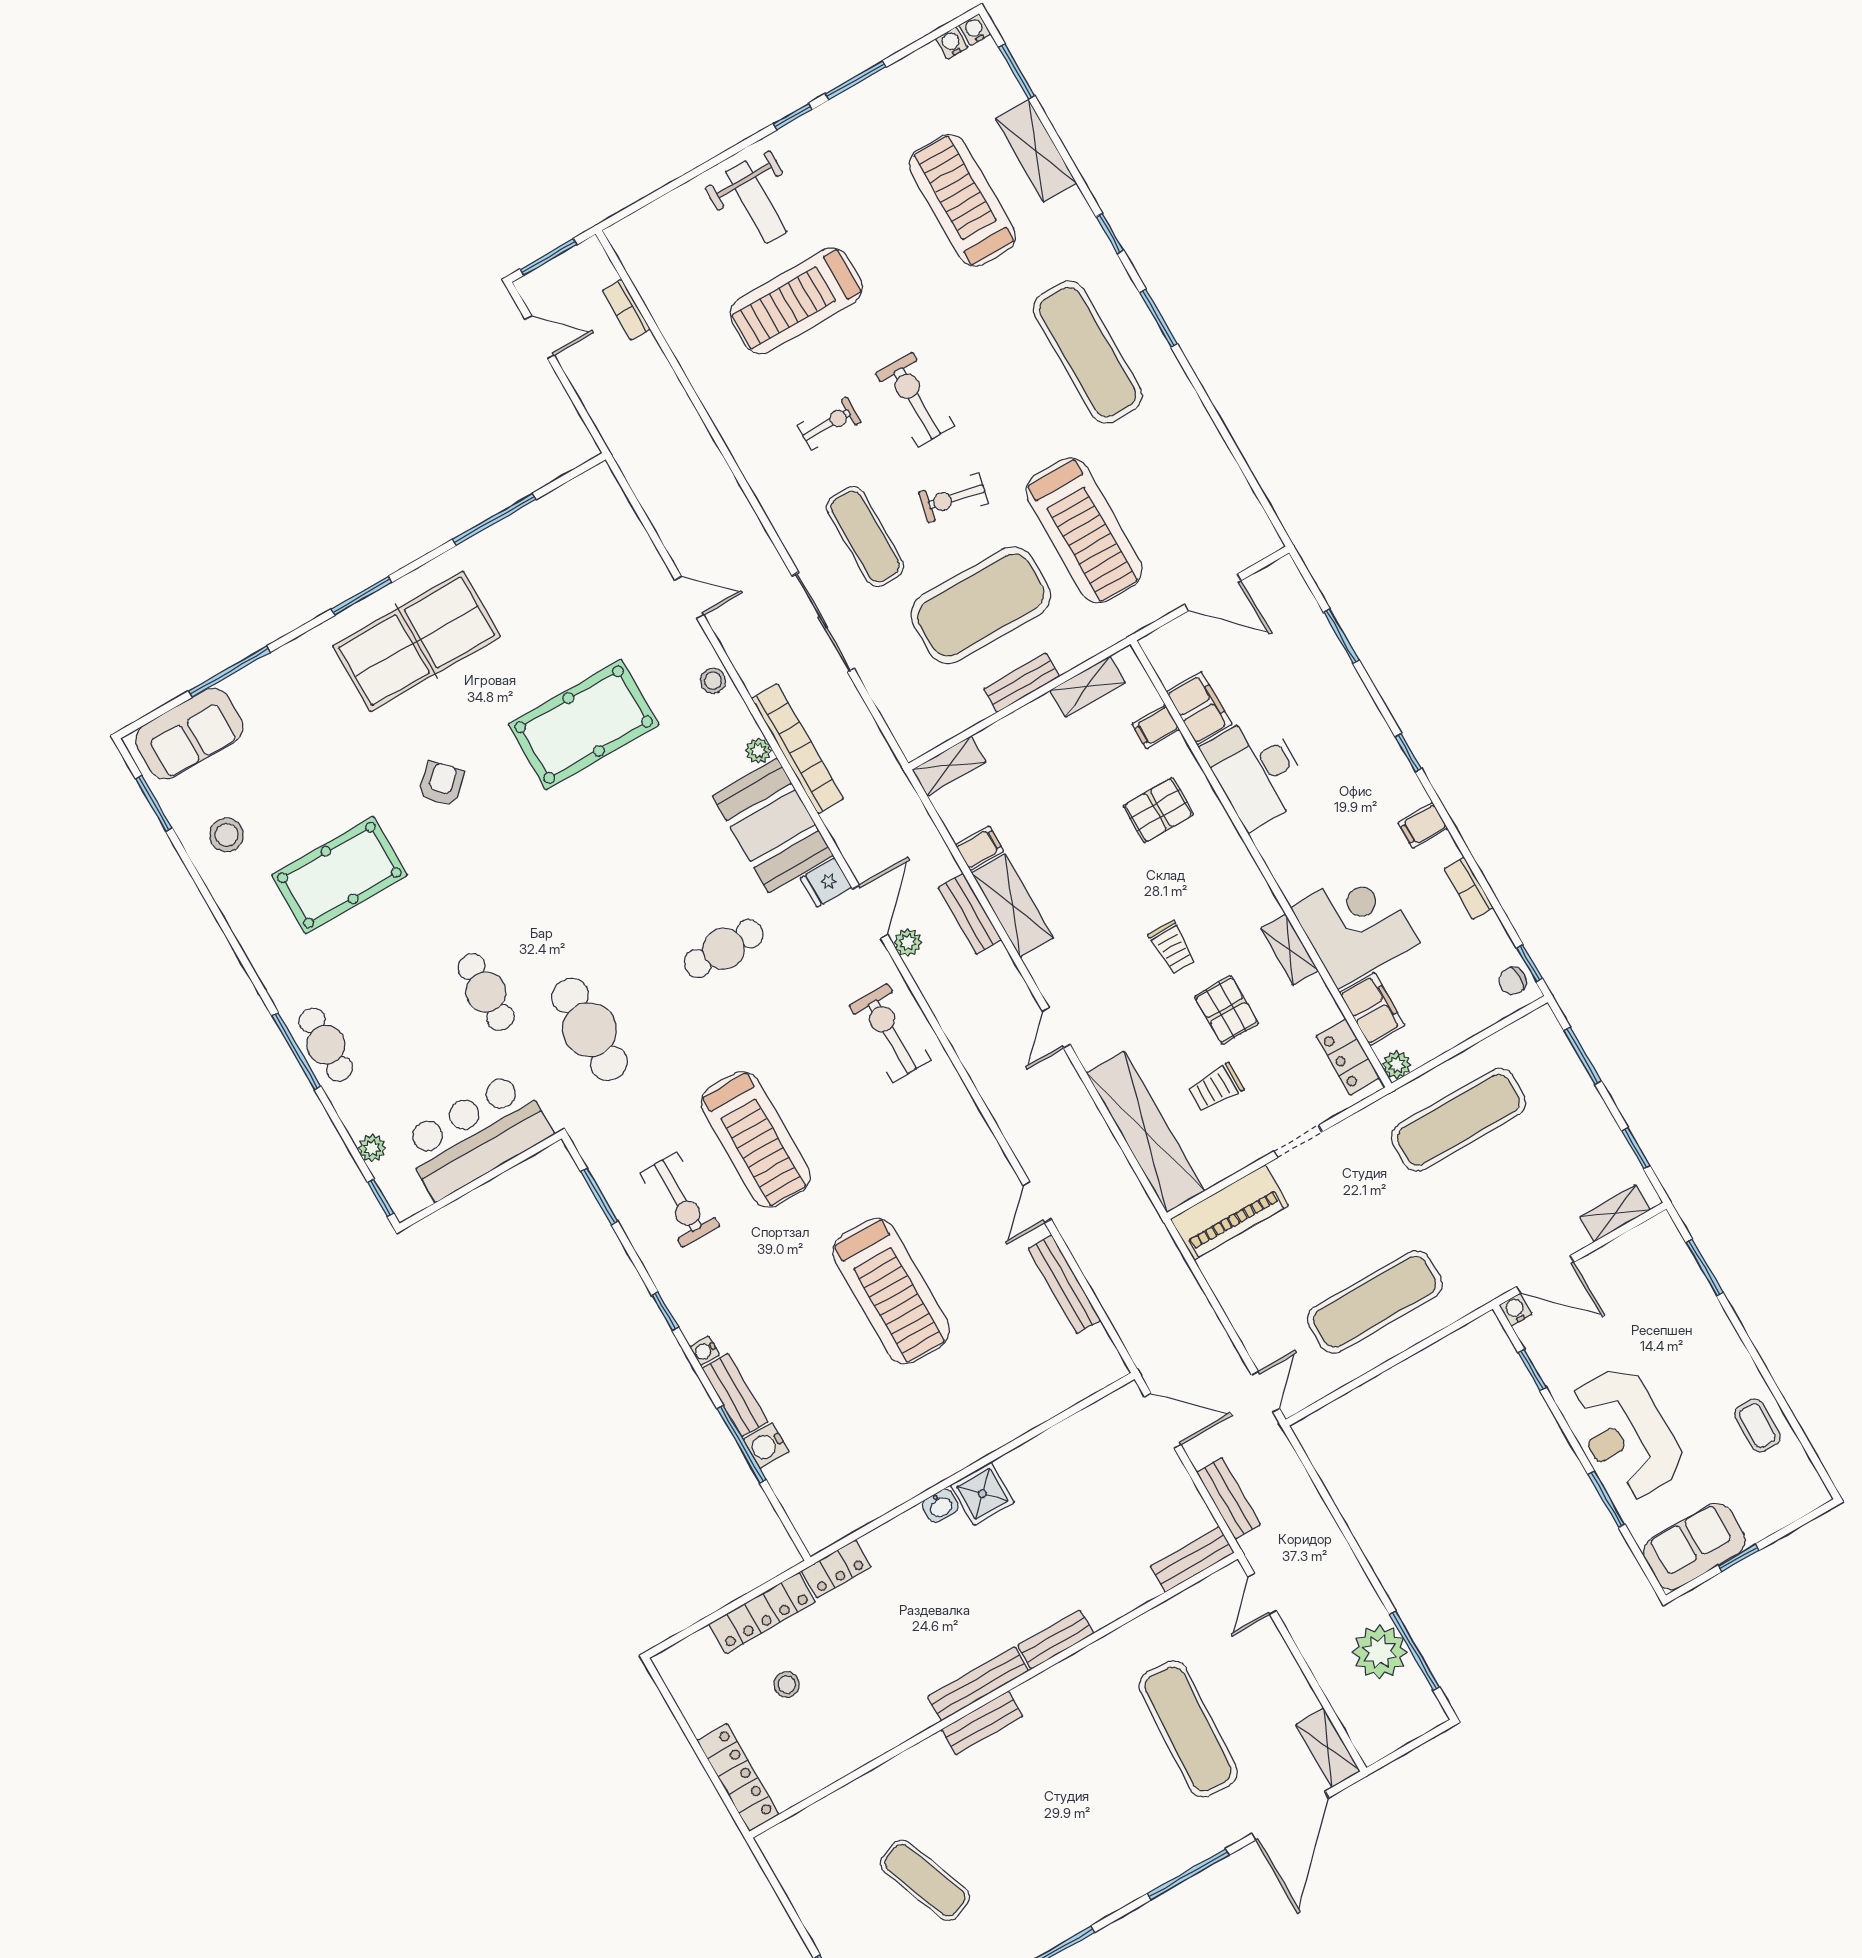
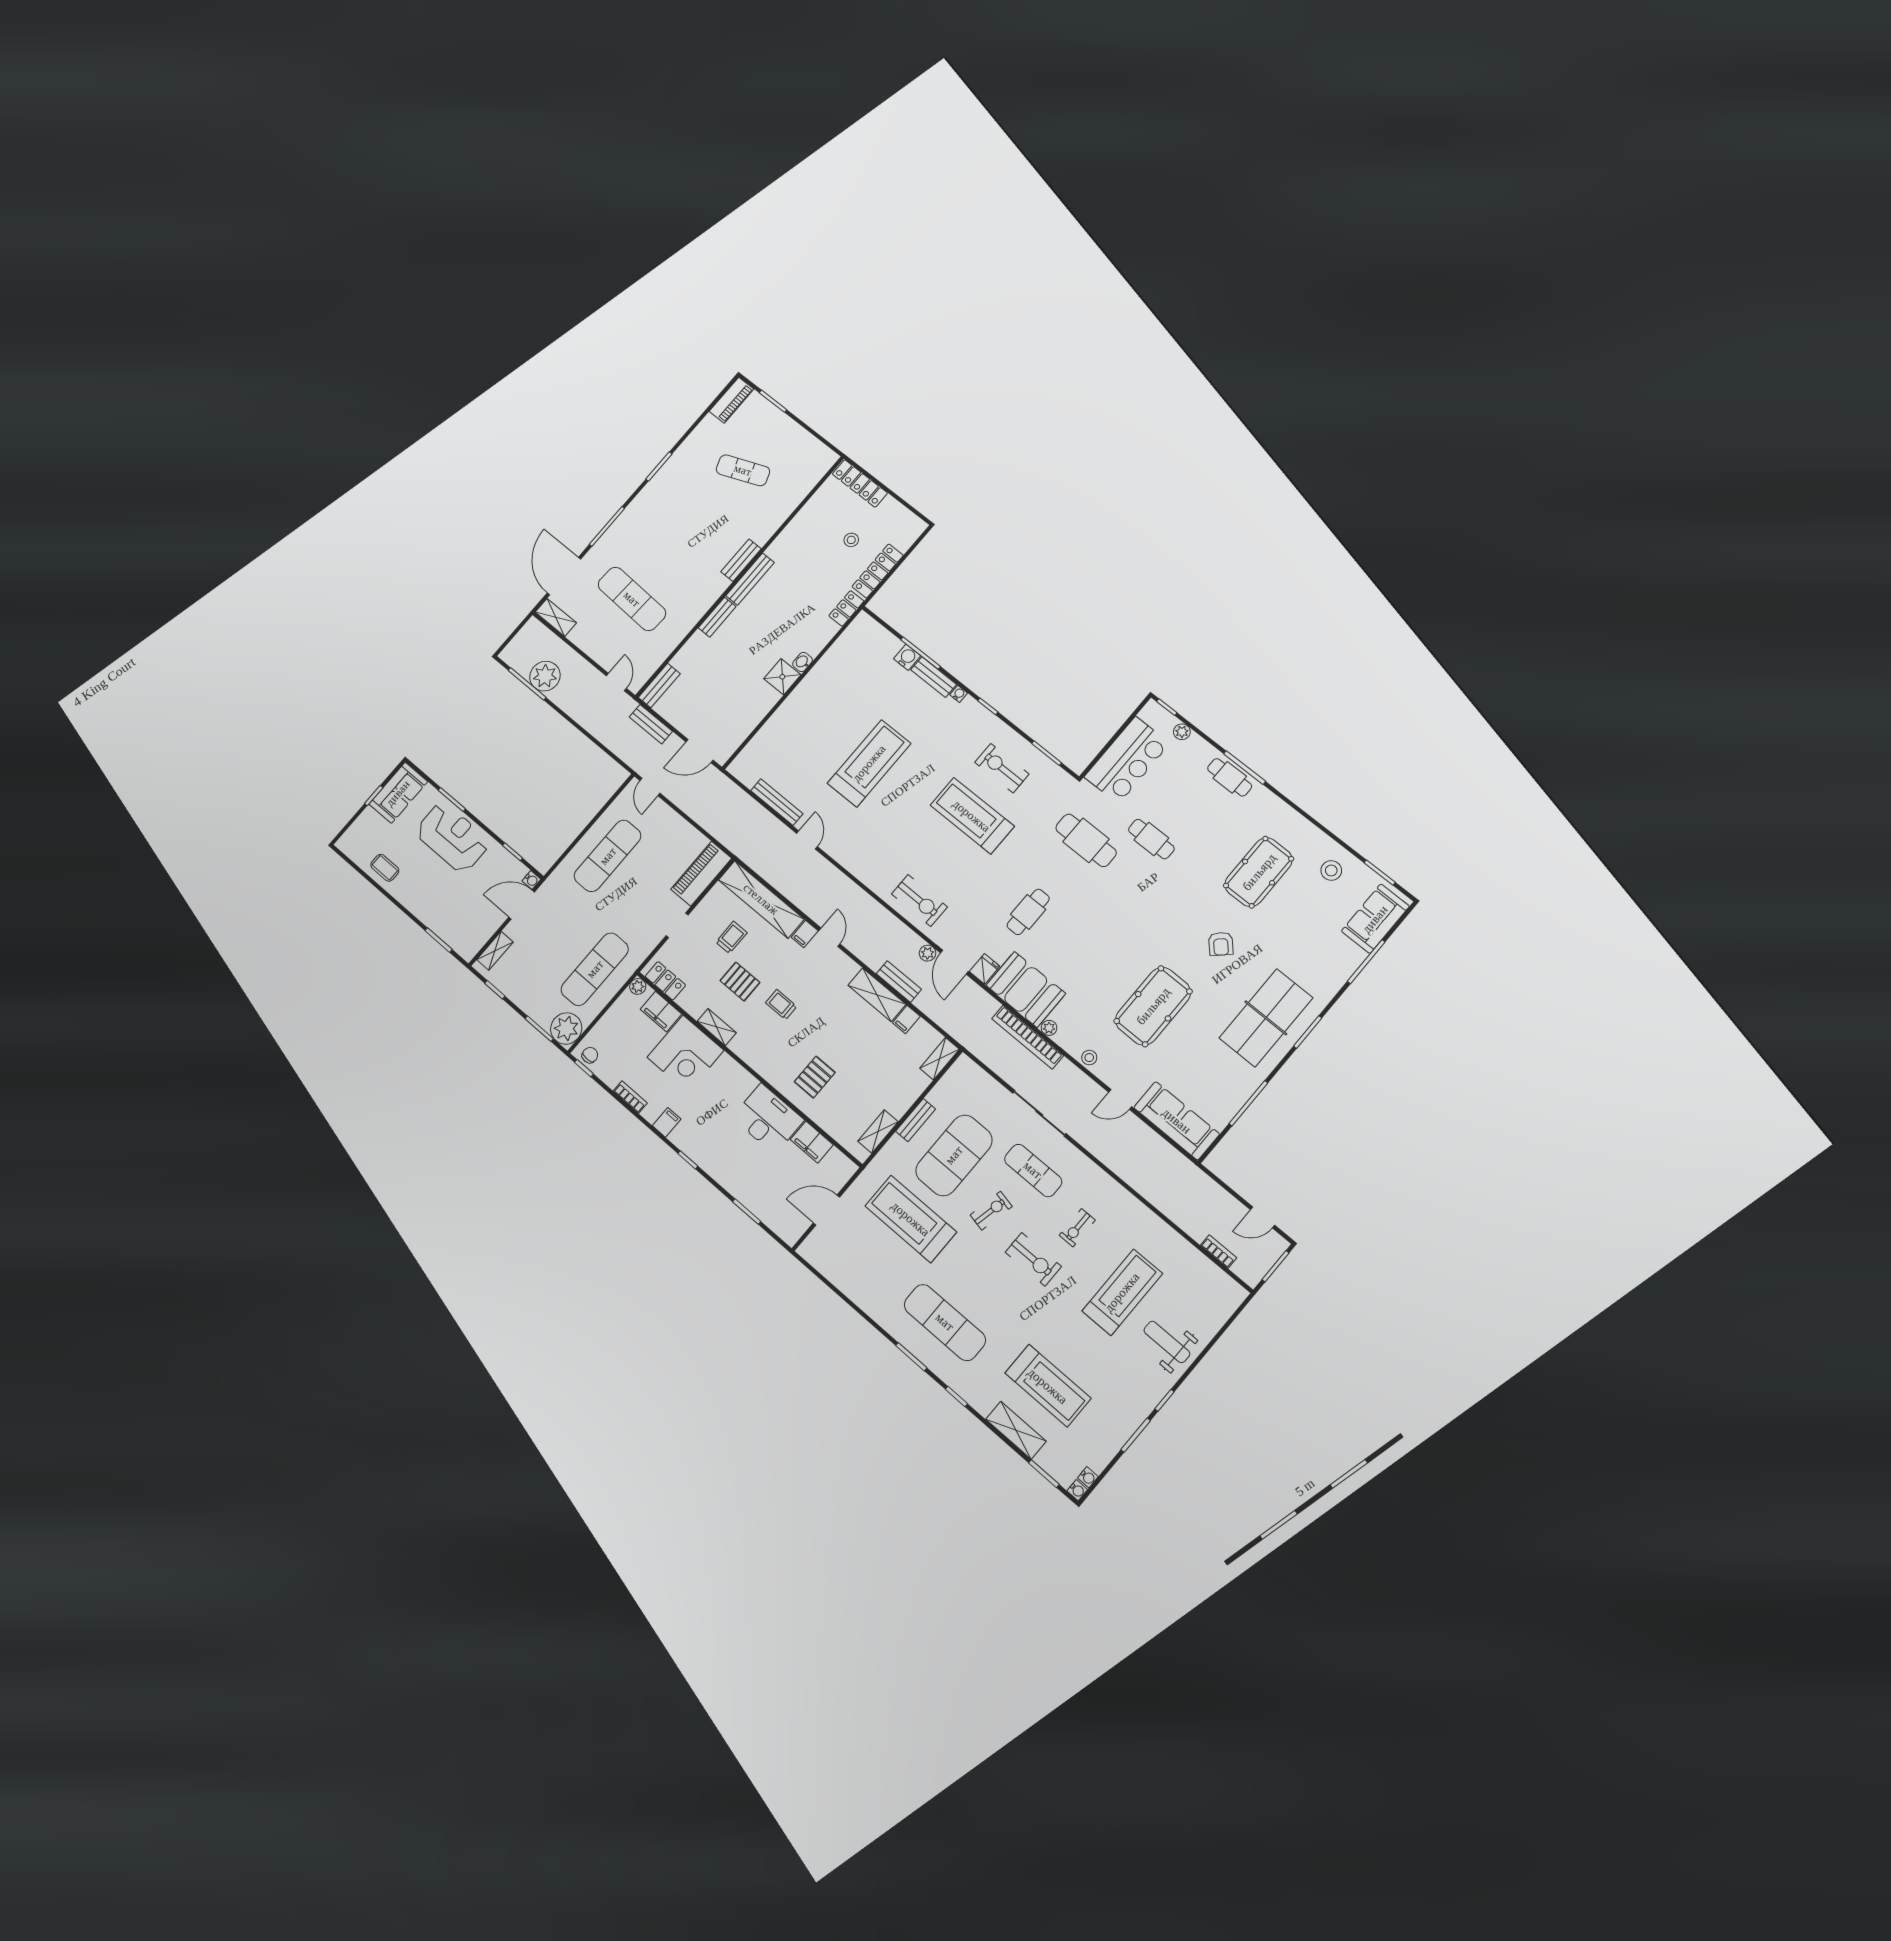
sofa: (615, 533) -> (1177, 1121), added
filing cabinet: (1156, 727) -> (805, 934), moved, turned 180
plant: (1538, 1039) -> (566, 1028), added
treadmill: (891, 1291) -> (869, 763), turned 90

